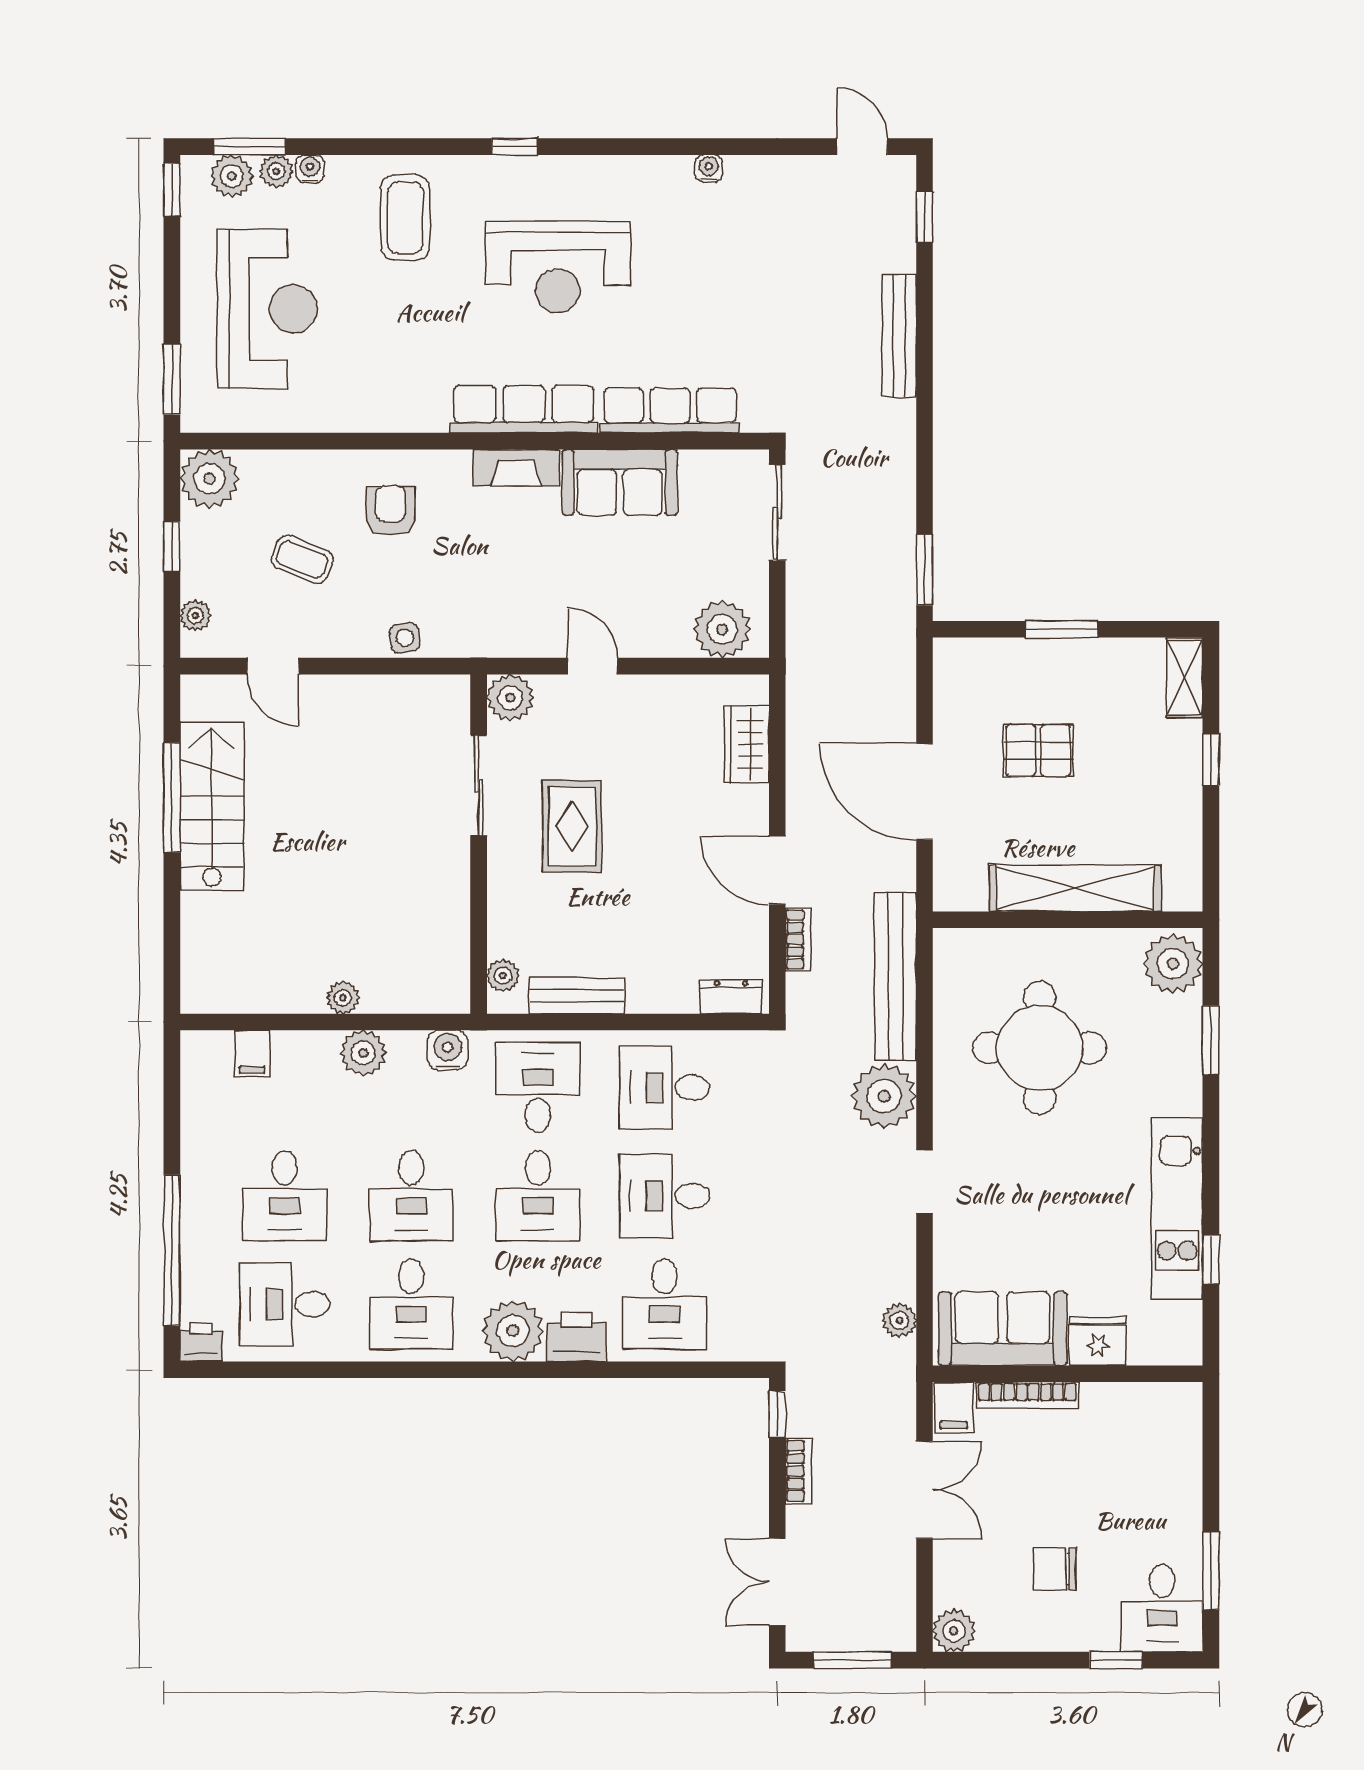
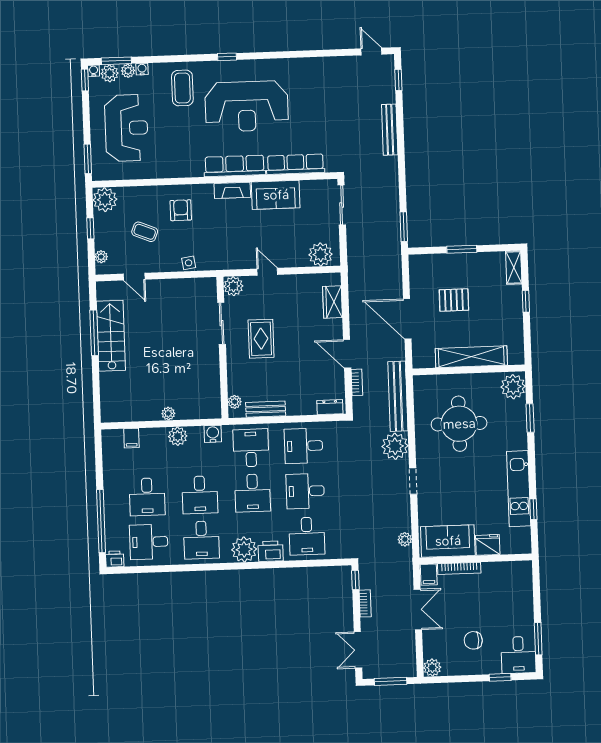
water cooler: (709, 168) -> (94, 71), moved
reception desk: (558, 267) -> (247, 106), width x1.36, depth x1.30

